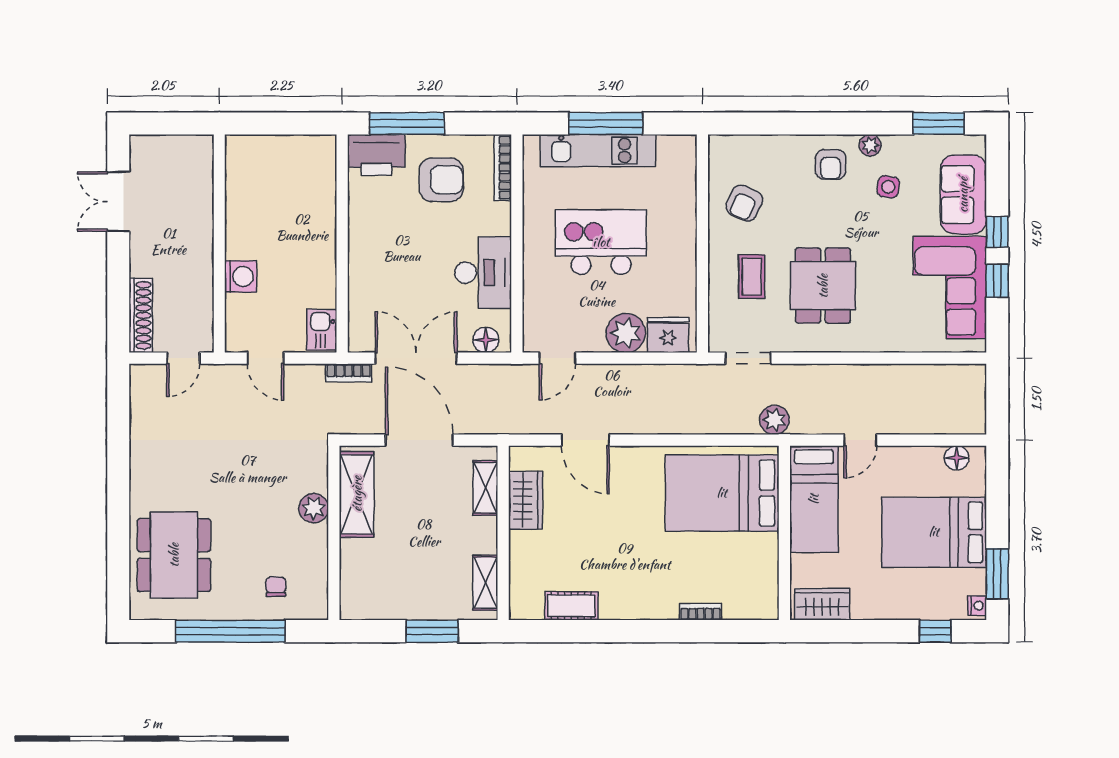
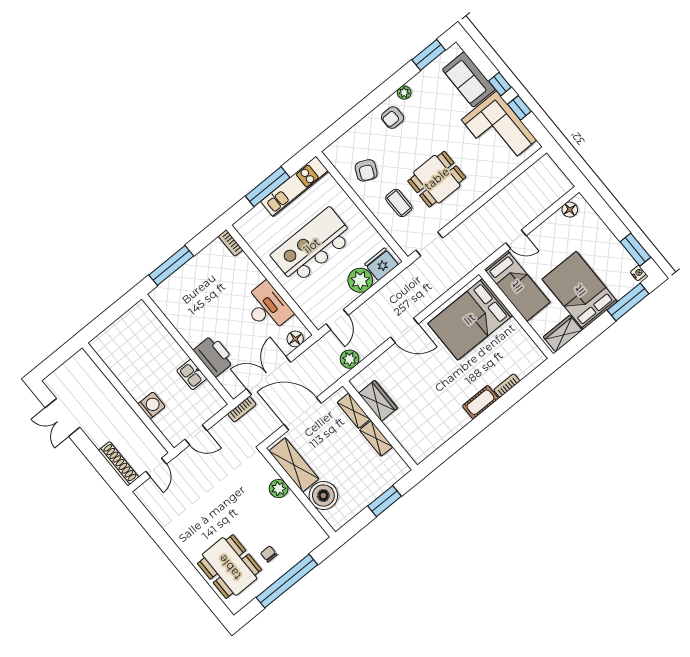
kitchen unit: (598, 151) -> (295, 187), moved
printer: (376, 155) -> (214, 356), moved, turned -90
armchair: (831, 164) -> (393, 118), turned 90
bookcase: (503, 168) -> (230, 243), width x0.64
armchair: (441, 180) -> (210, 279), removed
side table: (888, 187) -> (429, 105), removed
kitchen island: (601, 242) -> (312, 246), width x1.37
dining table: (823, 286) -> (437, 179), turned 90
kitchen sink: (322, 330) -> (192, 375), moved
plant: (774, 420) -> (350, 359), moved
door: (585, 440) -> (404, 331), moved
door: (860, 440) -> (516, 239), hinge flipped
bed: (934, 532) -> (580, 290), moved, turned 90
boiler: (362, 562) -> (323, 496), added
shelving: (485, 583) -> (376, 438), moved
chair: (276, 587) -> (269, 554), moved
cot: (571, 606) -> (480, 402), moved
window: (935, 631) -> (628, 302), width x2.17

